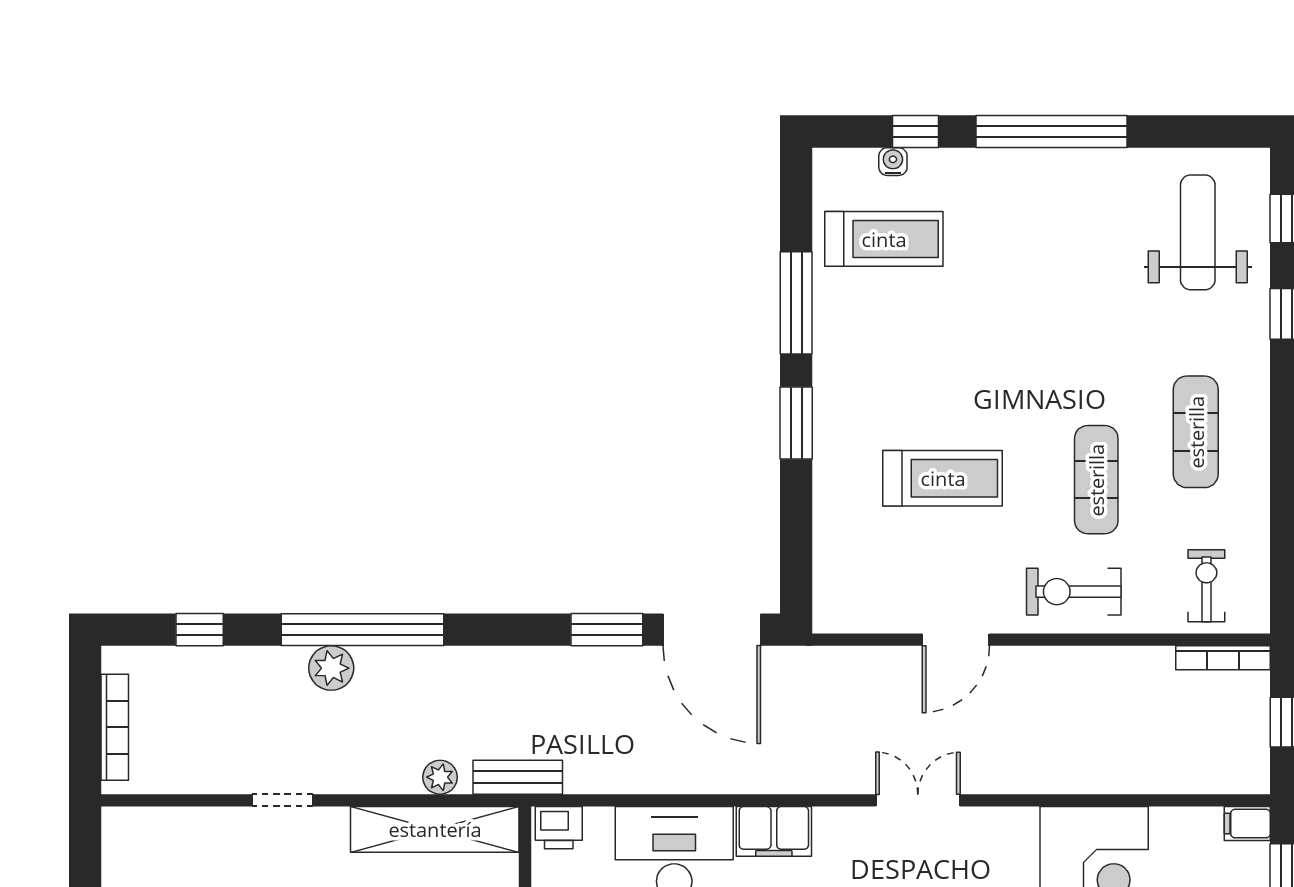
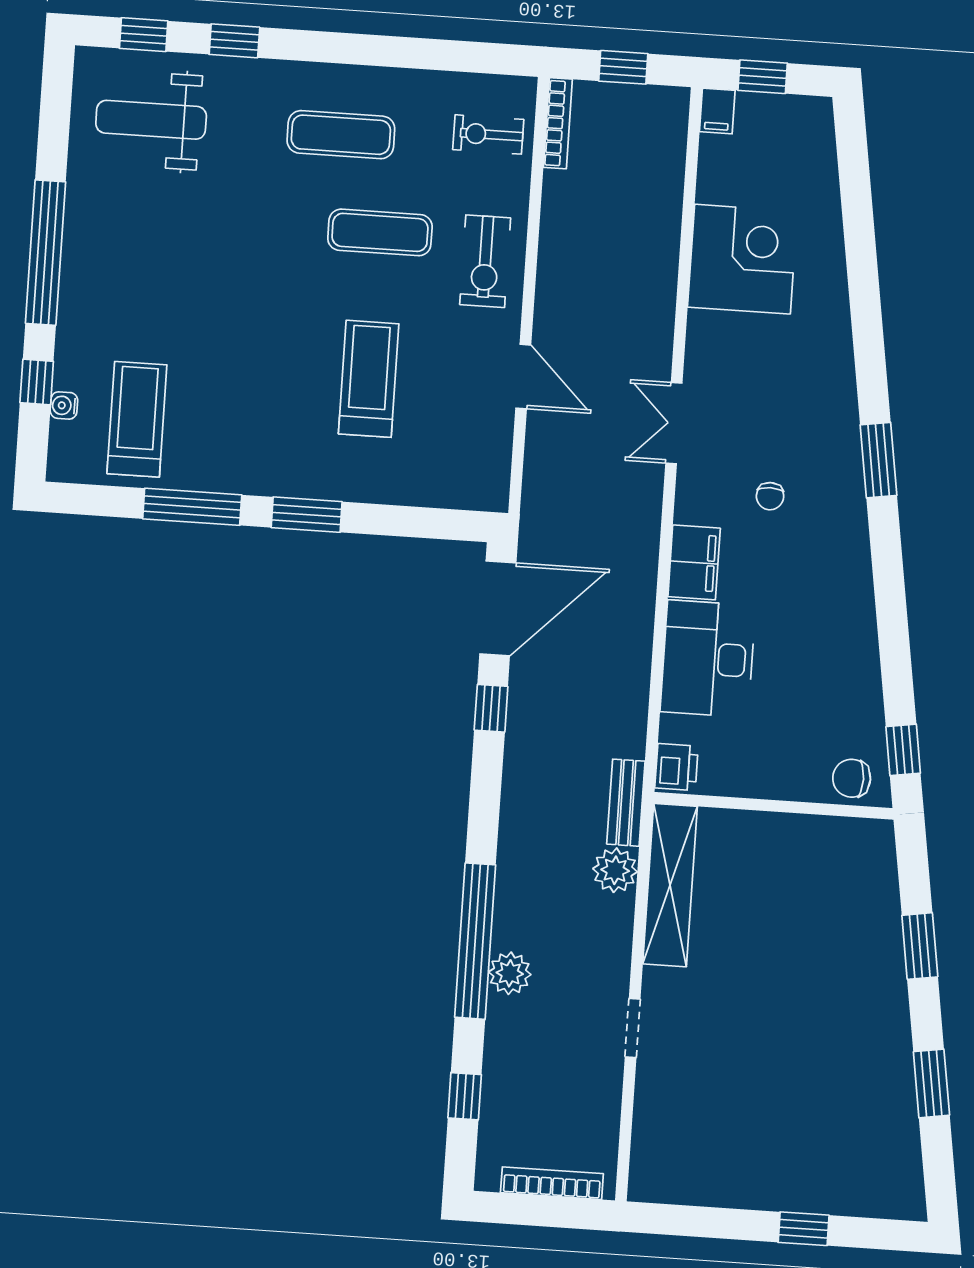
window: (607, 630) -> (491, 708), width x0.67
plant: (440, 777) -> (615, 870), width x1.38, depth x1.38

